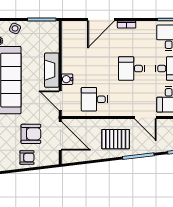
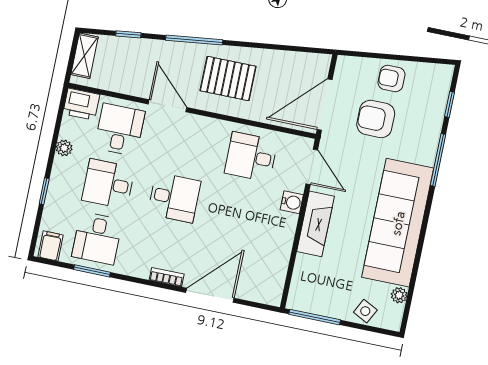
desk: (94, 99) -> (251, 157), turned 180
door: (60, 136) -> (325, 105), hinge flipped

